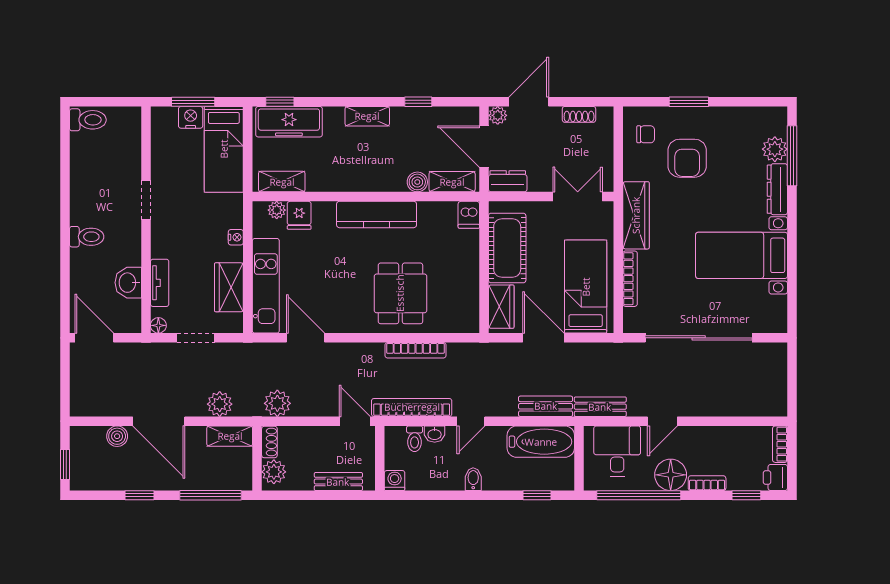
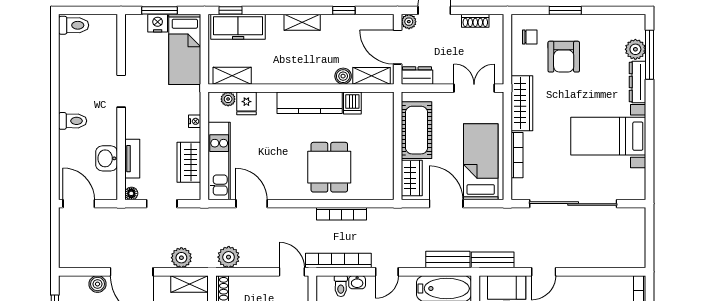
dishwasher: (469, 215) -> (352, 103), moved

